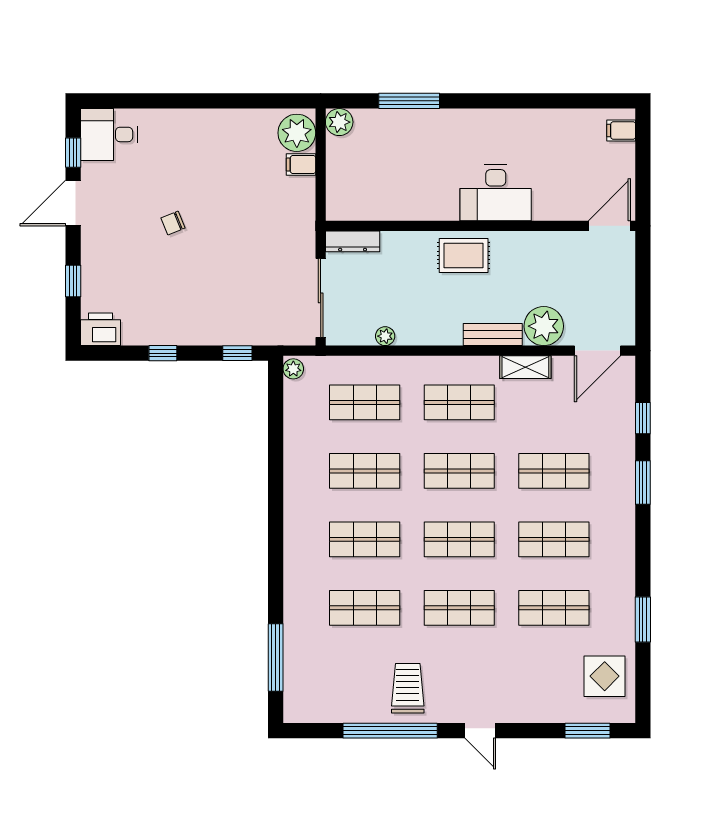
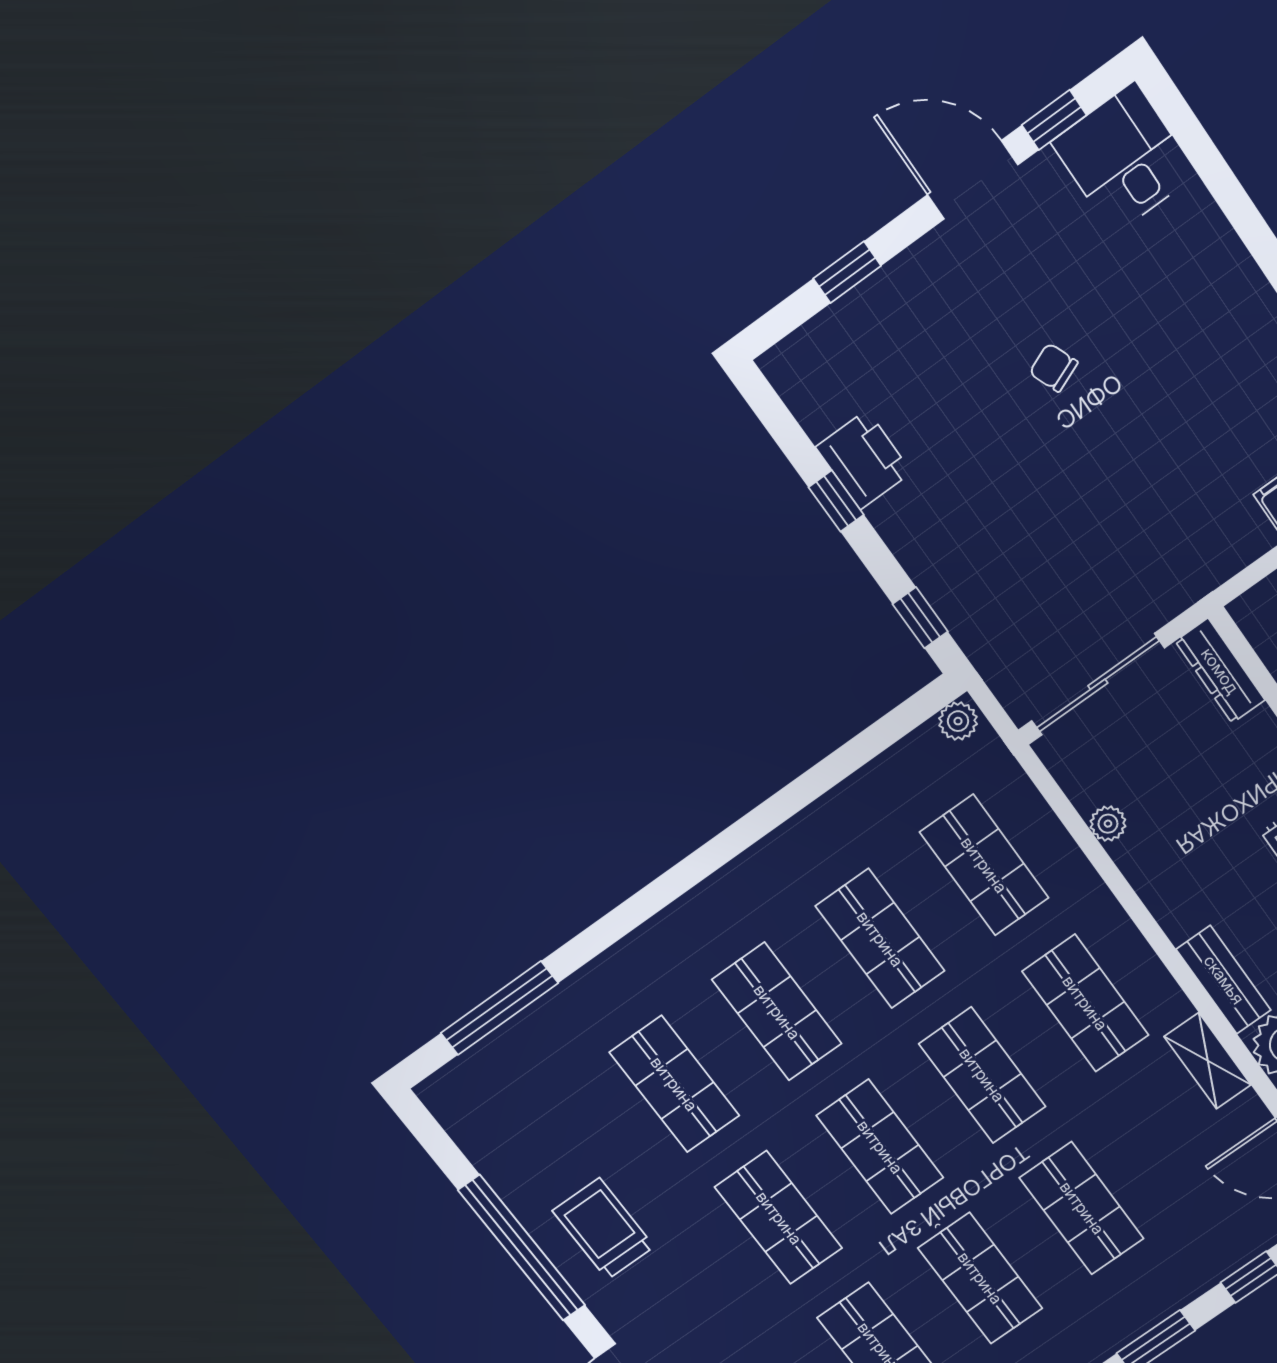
printer: (100, 329) -> (864, 460), moved
trolley: (408, 688) -> (603, 1229), turned -90

